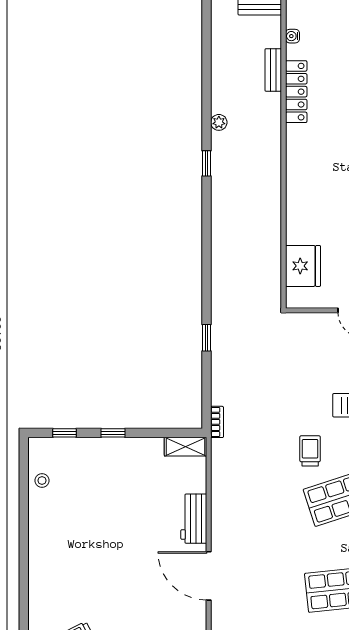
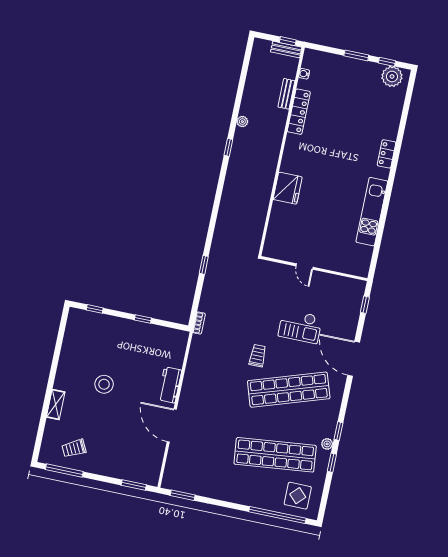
fridge: (303, 266) -> (288, 188), moved
window: (113, 433) -> (143, 319), moved
shelving: (186, 447) -> (56, 405), moved, turned 90
stool: (42, 480) -> (104, 384), moved, width x1.89, depth x1.89

